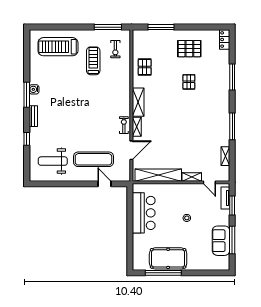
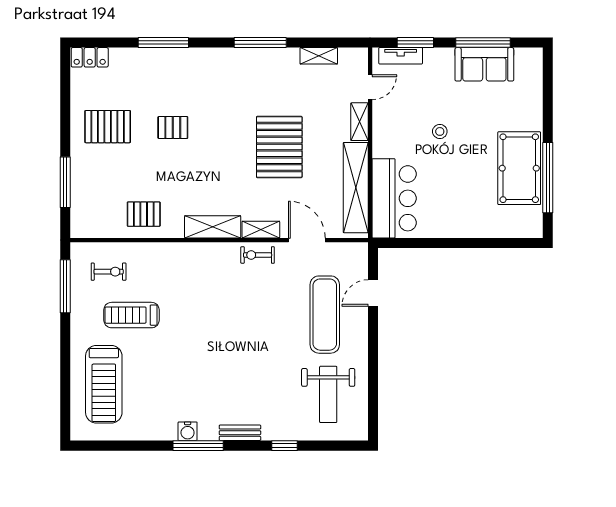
pallet: (189, 49) -> (108, 127), turned 90
pallet: (179, 136) -> (279, 147), added
bar counter: (144, 213) -> (394, 198), moved, turned 90

